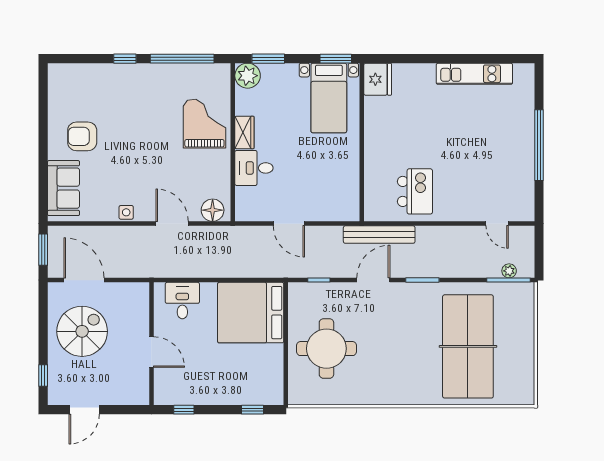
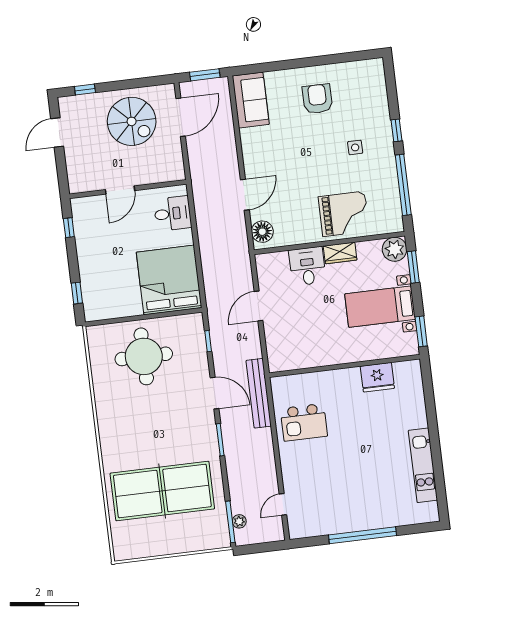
fridge: (378, 79) -> (377, 377), moved
bed with nightstands: (329, 98) -> (380, 307), moved
sofa: (63, 188) -> (251, 100), moved, turned -90
side table: (126, 212) -> (355, 147), moved
door: (84, 410) -> (57, 133), hinge flipped

